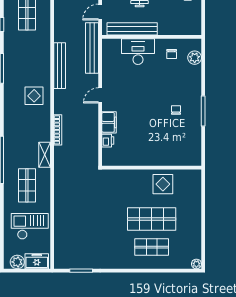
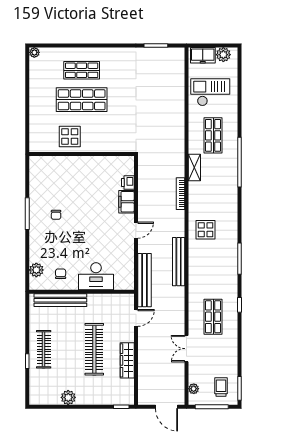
bench: (132, 29) -> (60, 300), moved
checkout: (30, 226) -> (210, 92), turned 180

